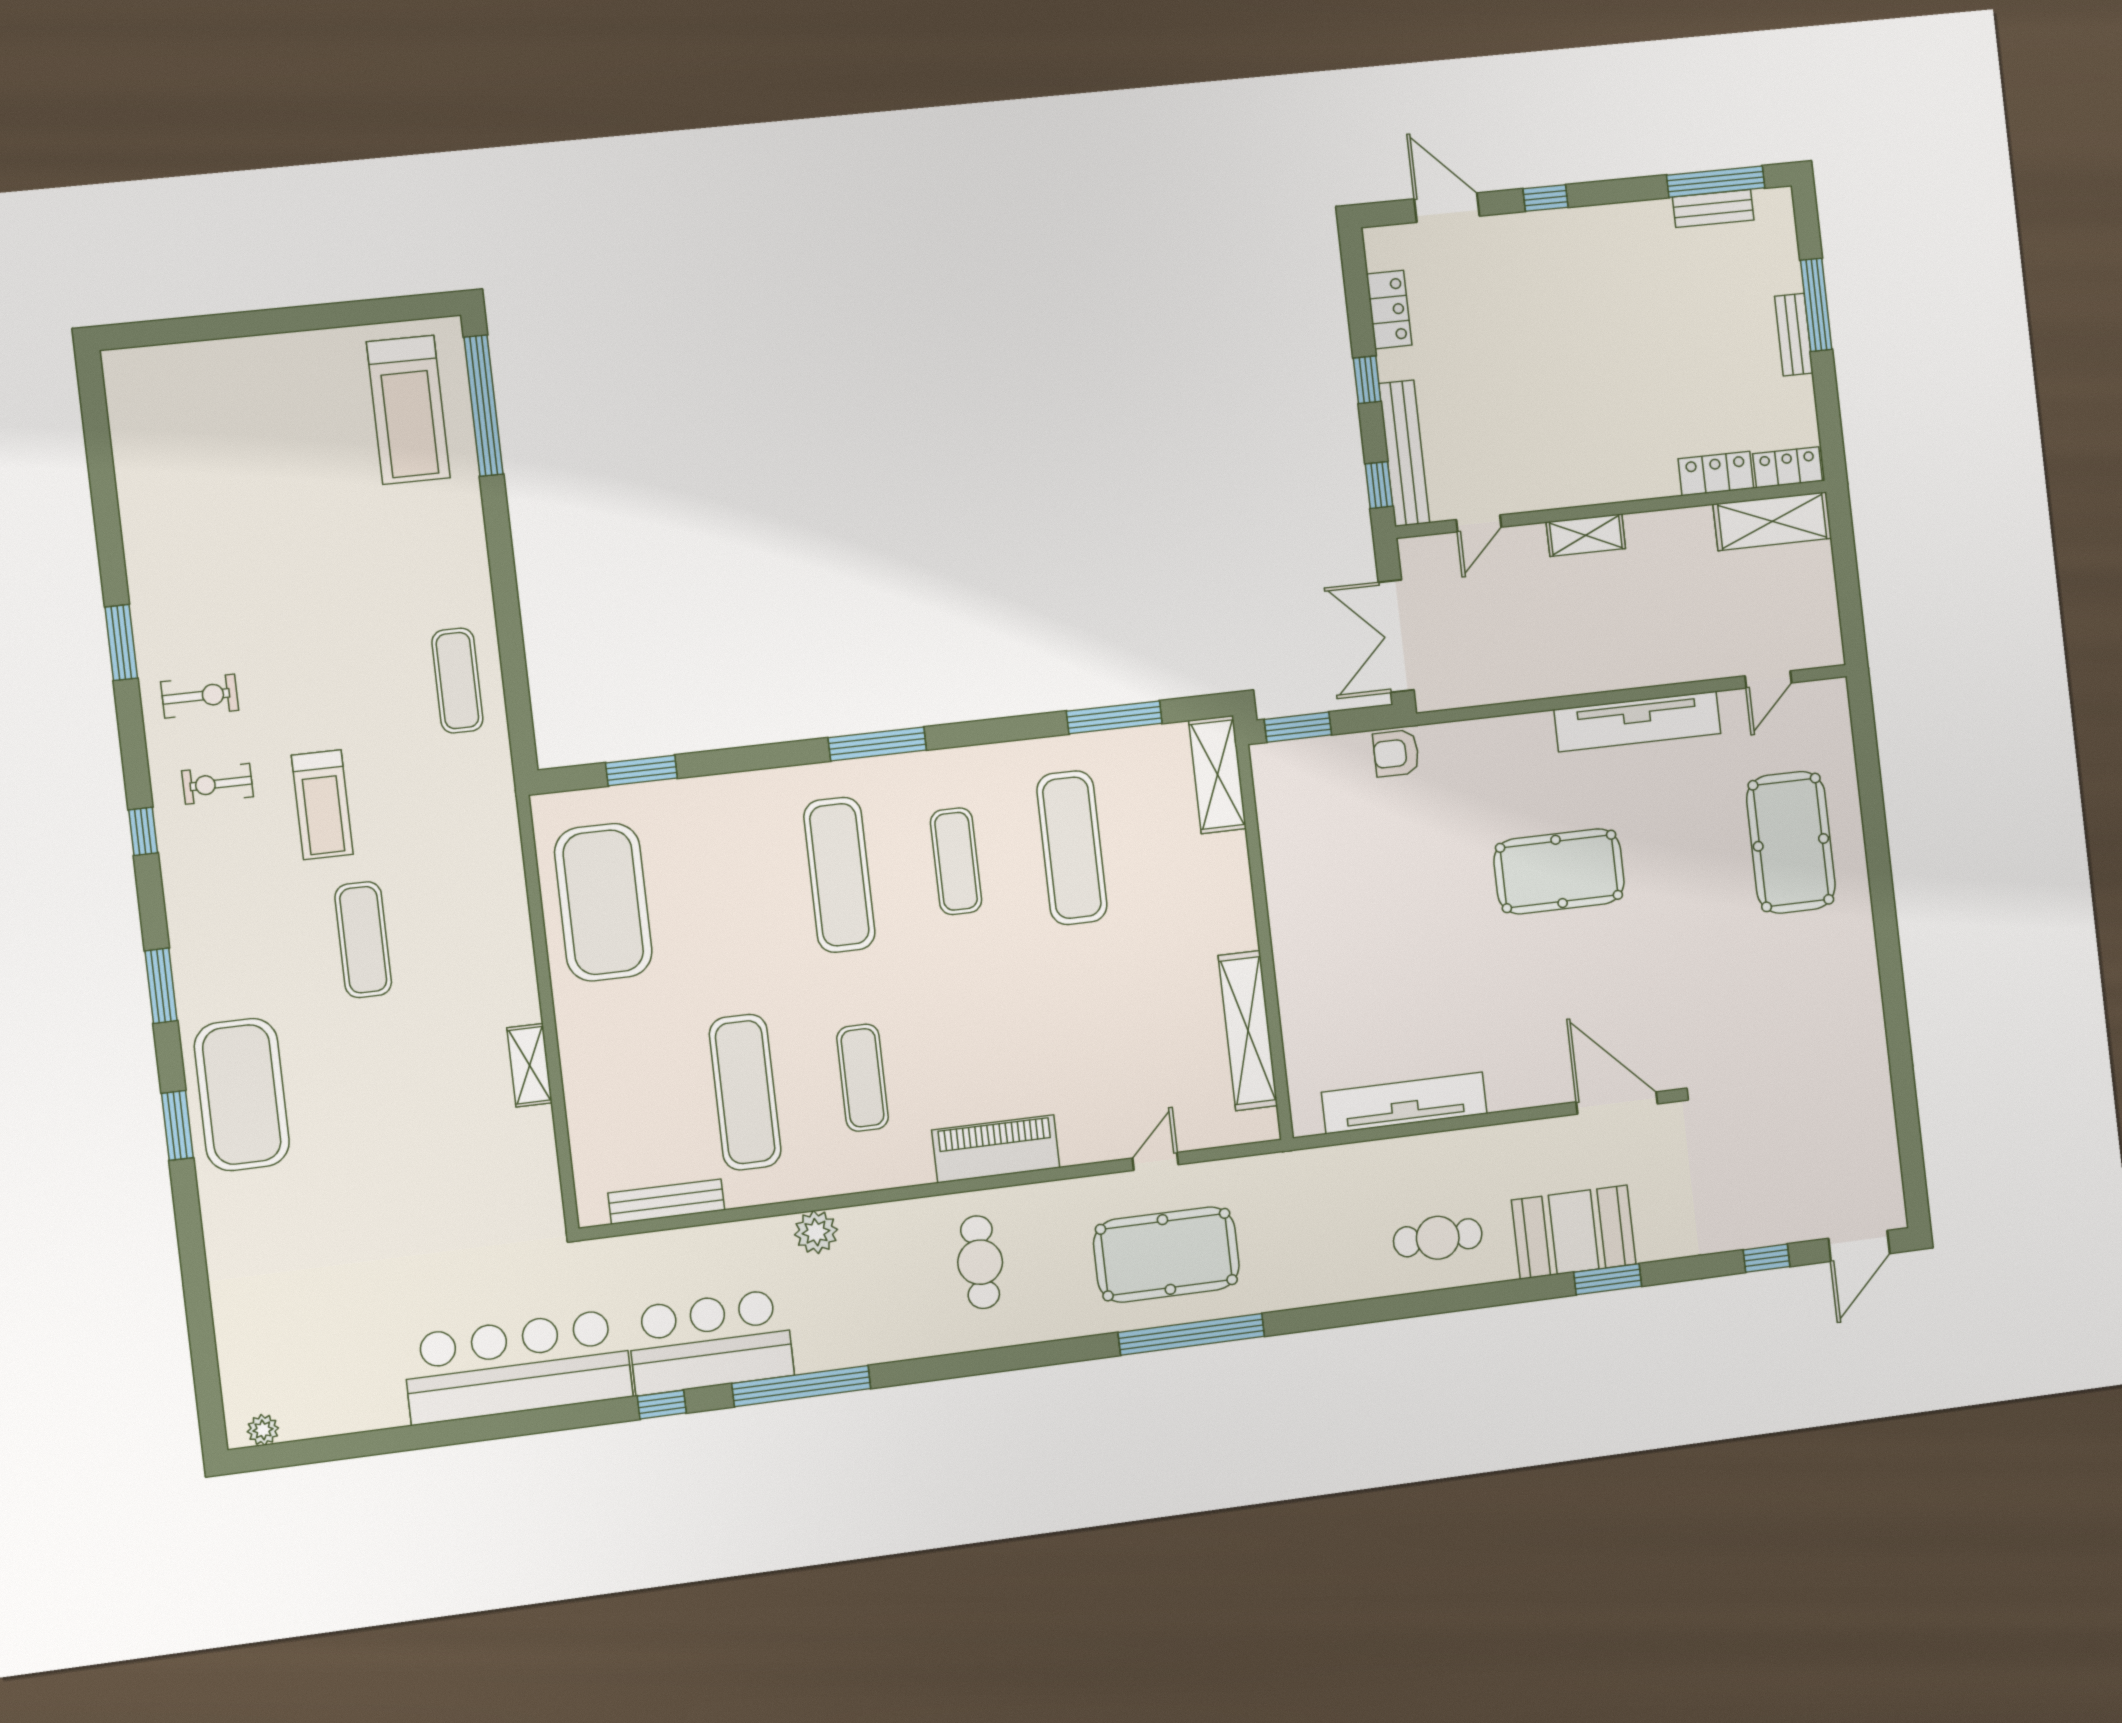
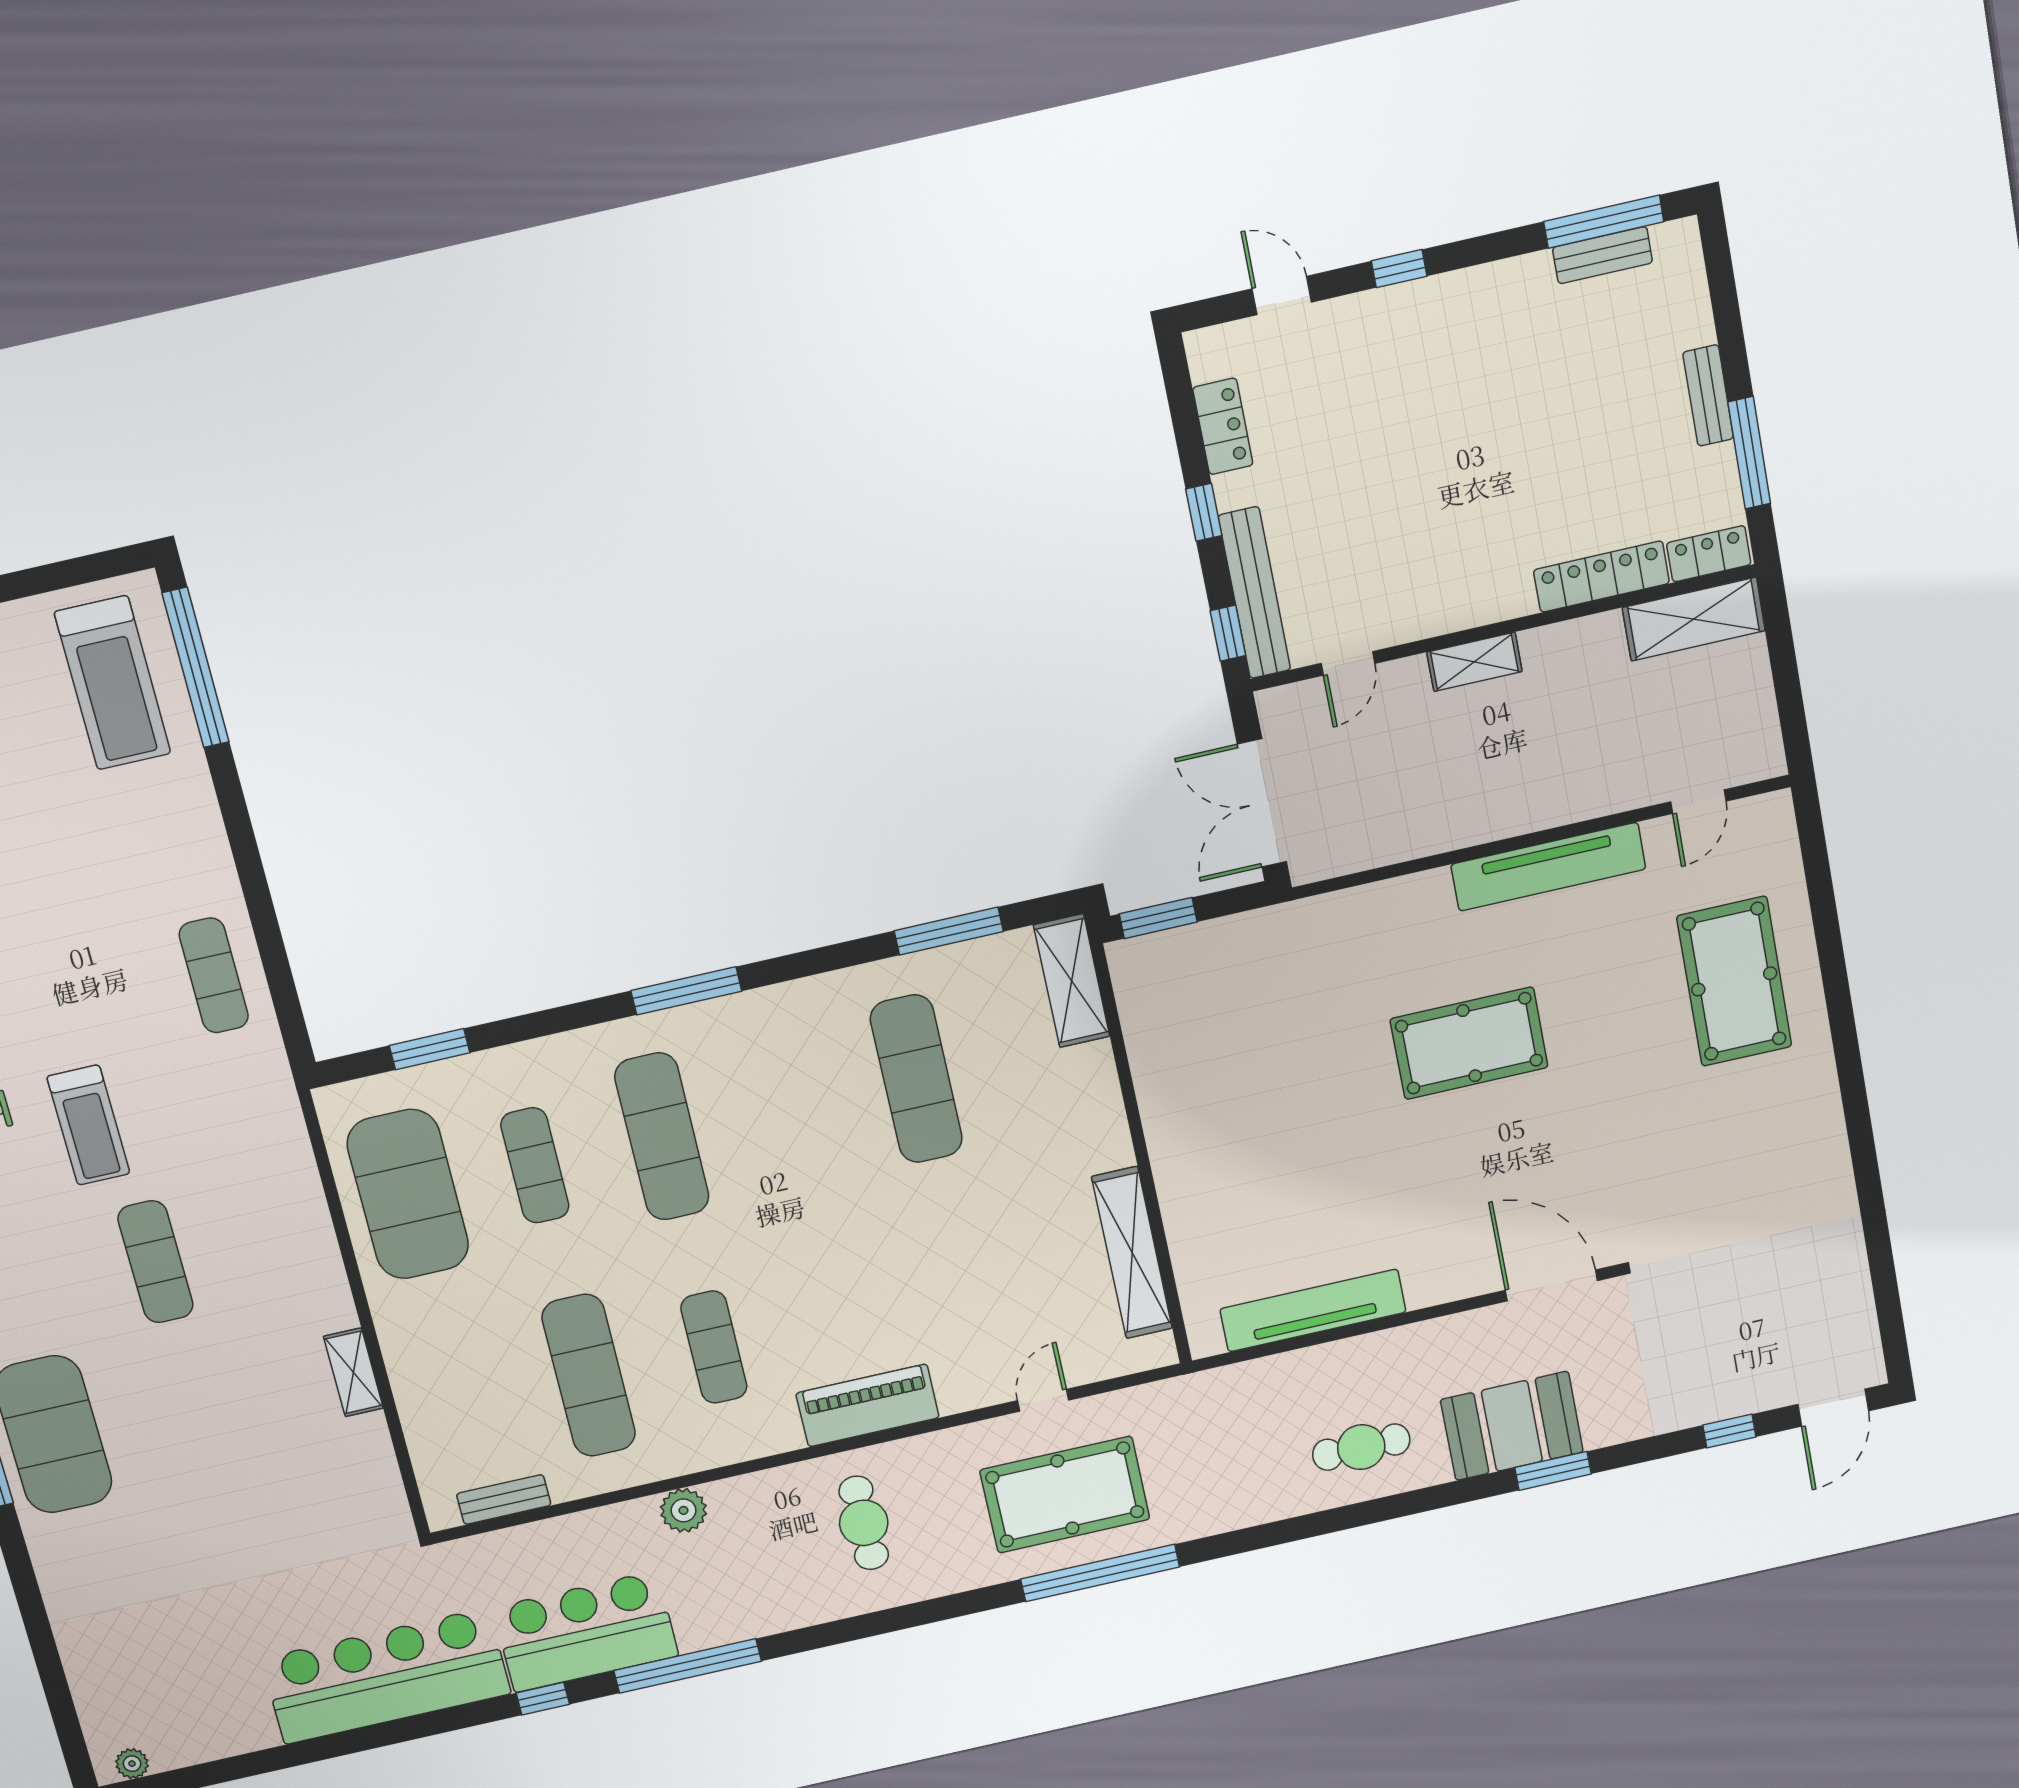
door: (1447, 208) -> (1282, 295), width x0.73
window: (1816, 305) -> (1749, 453), moved
locker: (1716, 474) -> (1601, 577), width x1.53
armchair: (1396, 753) -> (1273, 934), removed
exercise mat: (956, 861) -> (535, 1165), moved
bench: (666, 1202) -> (504, 1499), width x0.73

